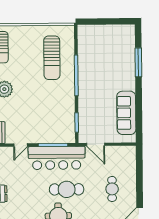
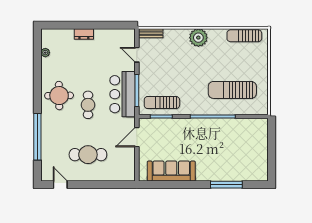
sun lounger: (64, 122) -> (162, 103), added
bar counter: (57, 158) -> (123, 94), width x0.73
cafe table: (67, 189) -> (88, 105), width x0.73, depth x0.74
cafe table: (112, 189) -> (88, 155), width x1.37, depth x1.35

